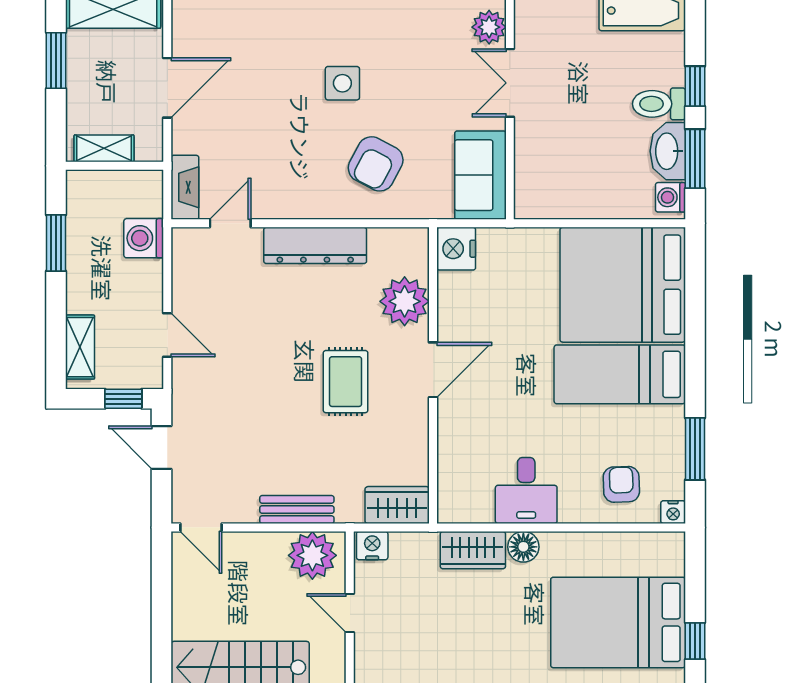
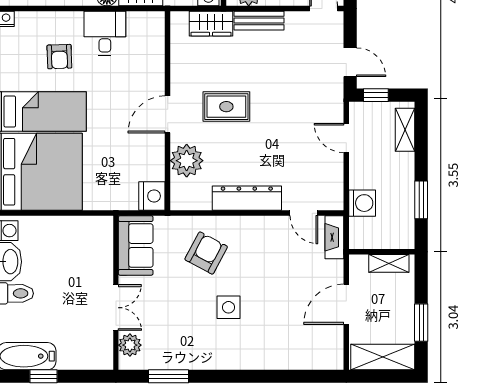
door: (230, 223) -> (304, 213), hinge flipped
rug: (346, 382) -> (226, 107), turned 90
armchair: (621, 484) -> (59, 57), moved
wardrobe: (397, 505) -> (211, 24), moved

